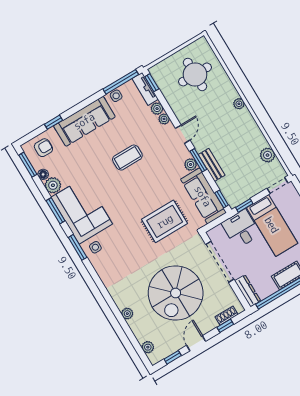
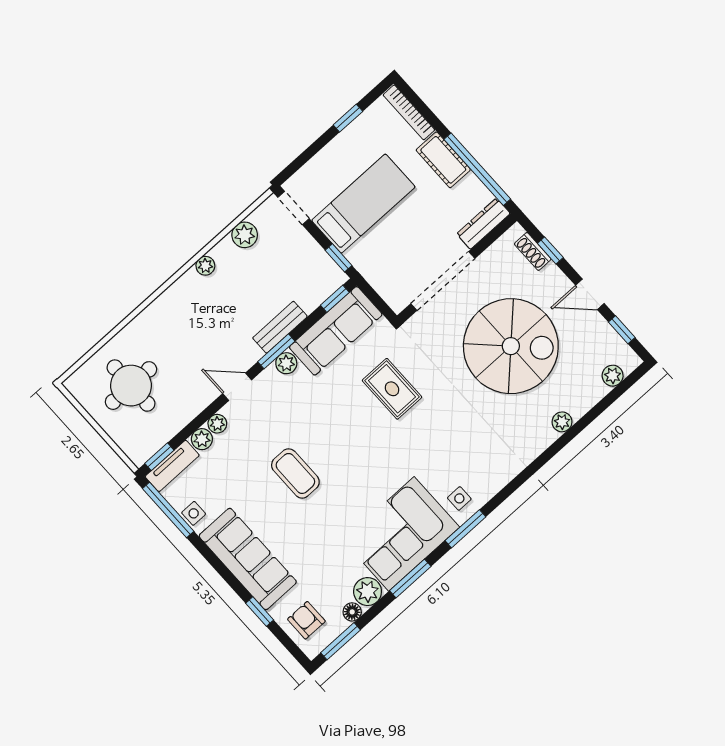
plant: (239, 104) -> (205, 266), moved
rug: (165, 221) -> (392, 389), width x0.73, depth x0.70
desk: (241, 229) -> (380, 256), removed

